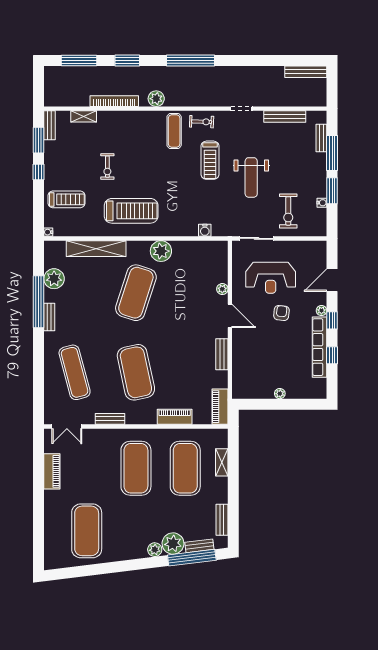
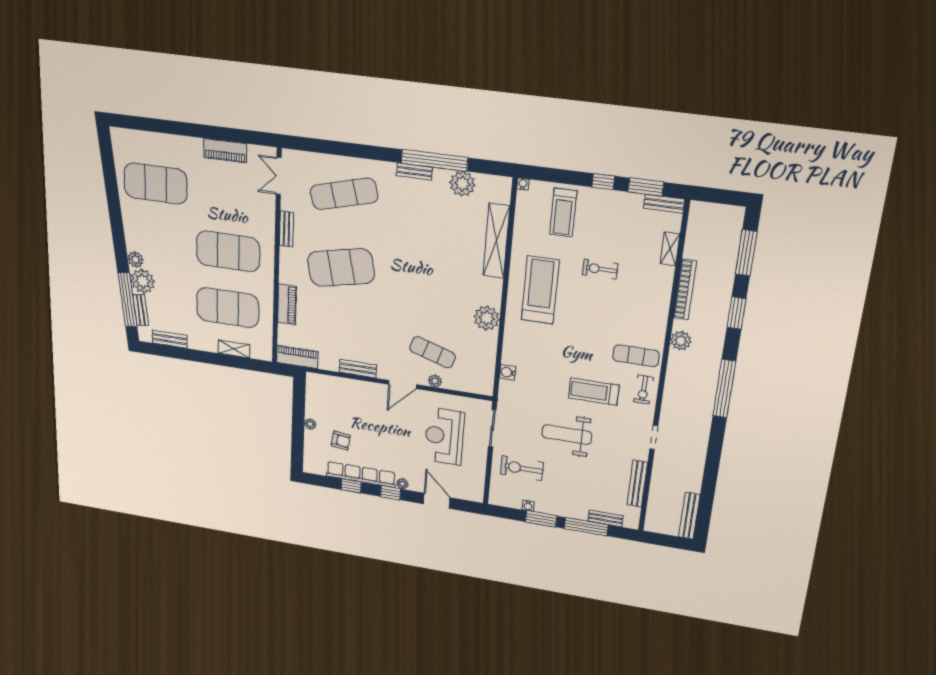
treadmill: (131, 211) -> (540, 290), turned 180
exercise mat: (136, 293) -> (433, 352), moved, width x0.50, depth x0.69
armchair: (281, 313) -> (341, 441), moved

